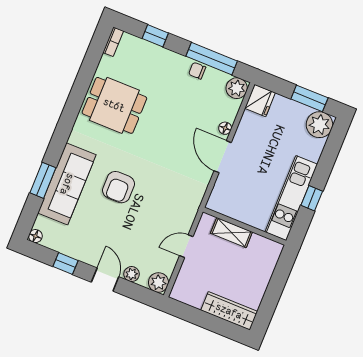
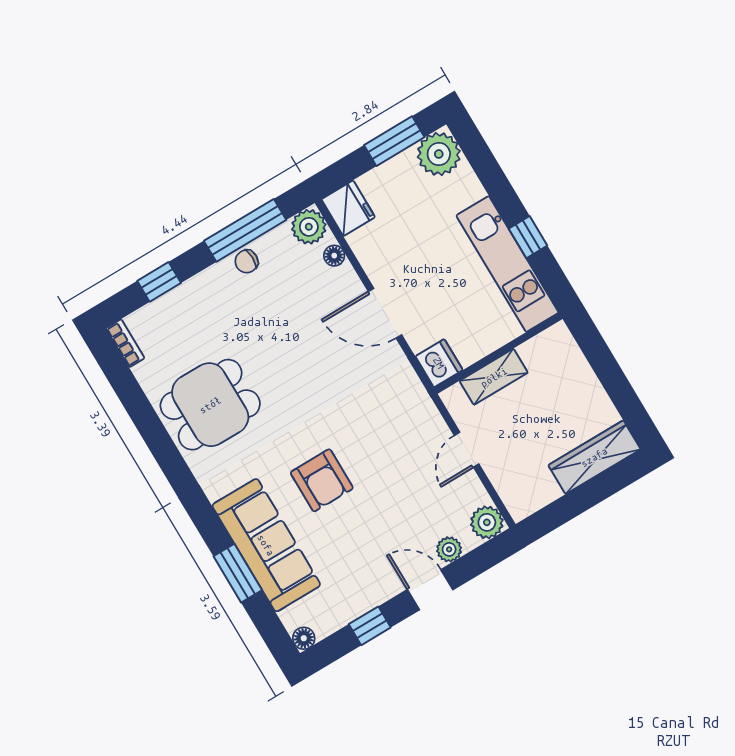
floor lamp: (225, 128) -> (334, 256), moved
dishwasher: (218, 201) -> (439, 363), added

